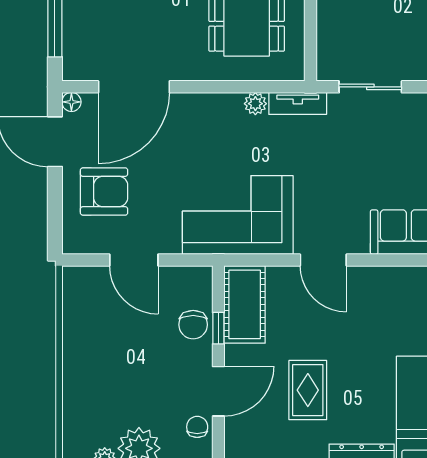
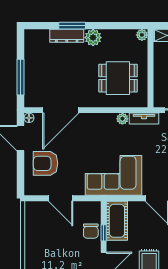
armchair: (104, 191) -> (46, 163), turned 180

